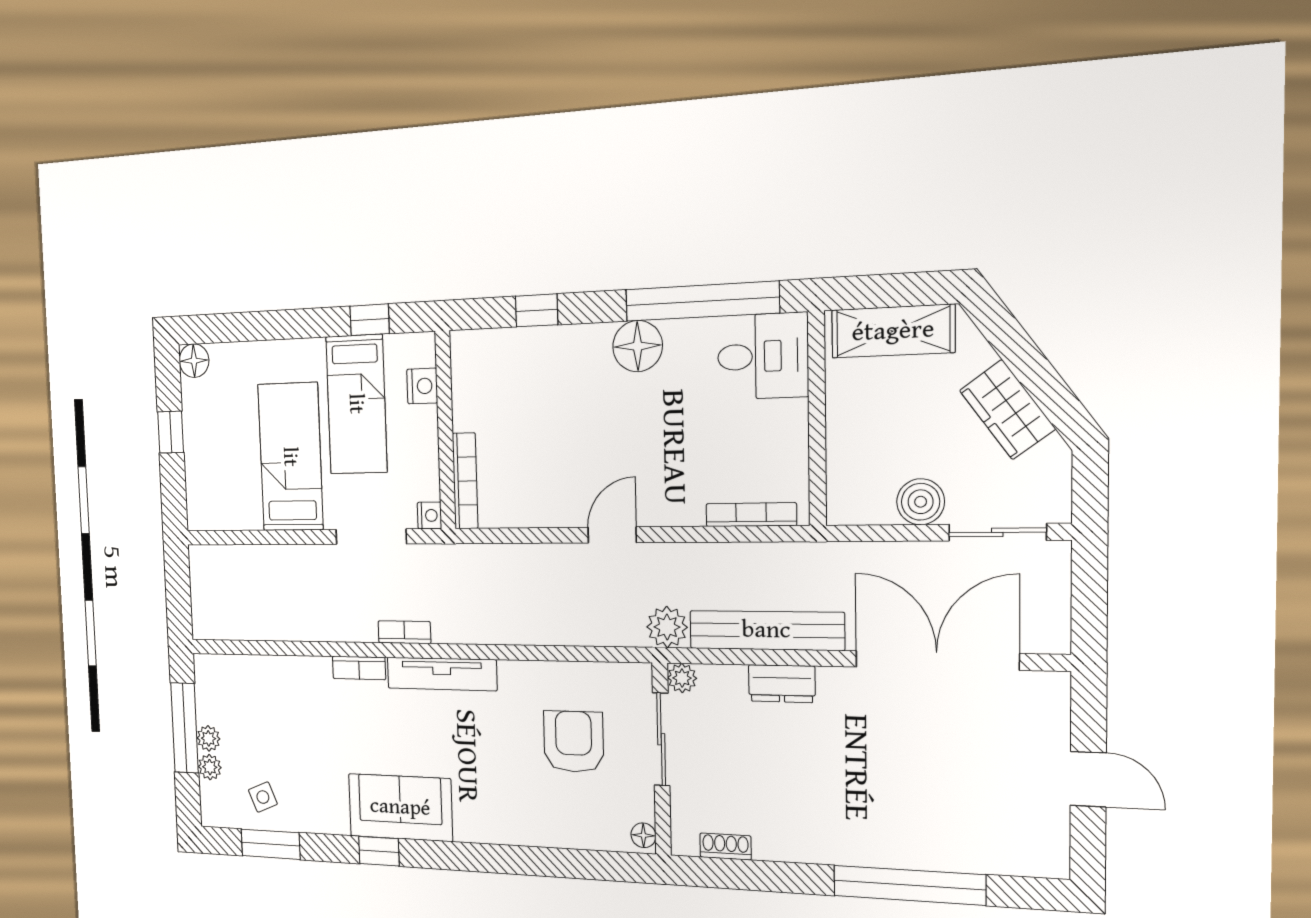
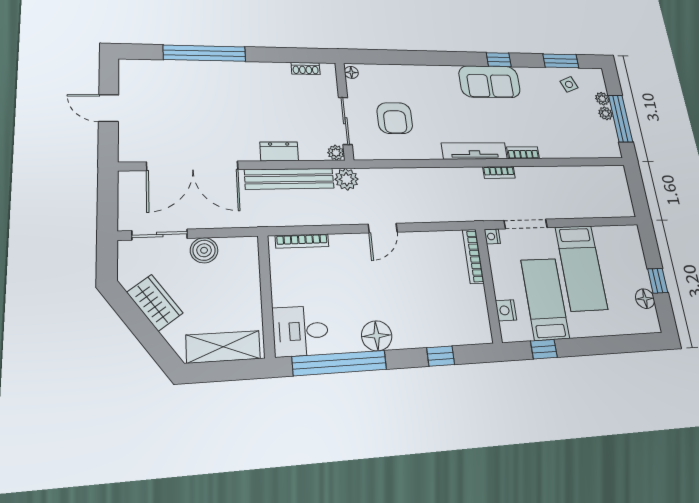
floor lamp: (194, 361) -> (645, 299), moved

